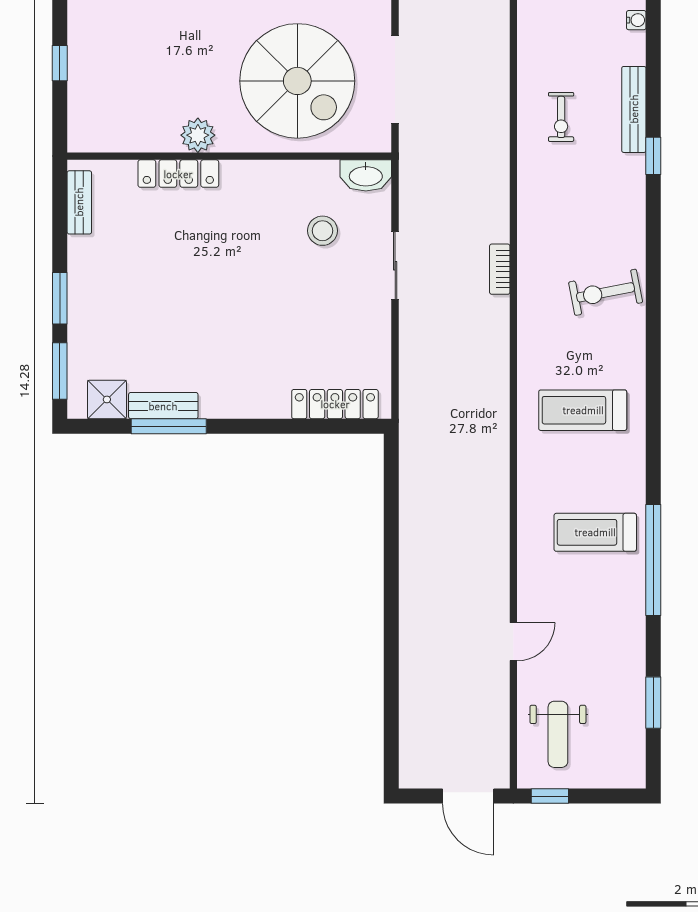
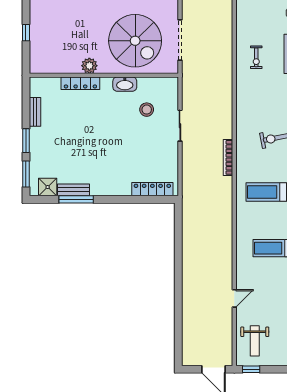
washbasin: (366, 175) -> (125, 84), moved
bench: (79, 202) -> (35, 112), moved
bookcase: (500, 269) -> (228, 157), moved, width x1.56

